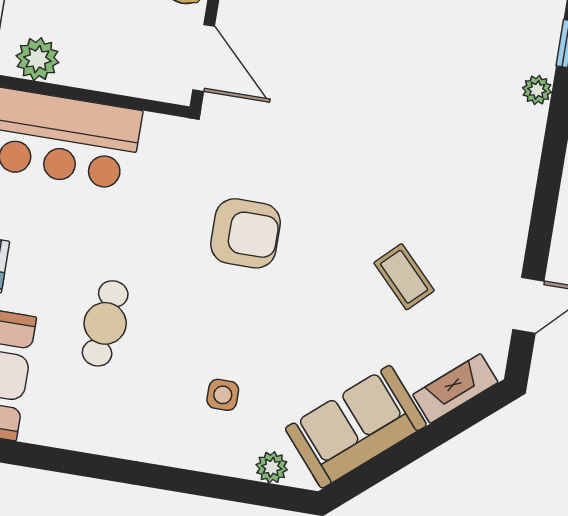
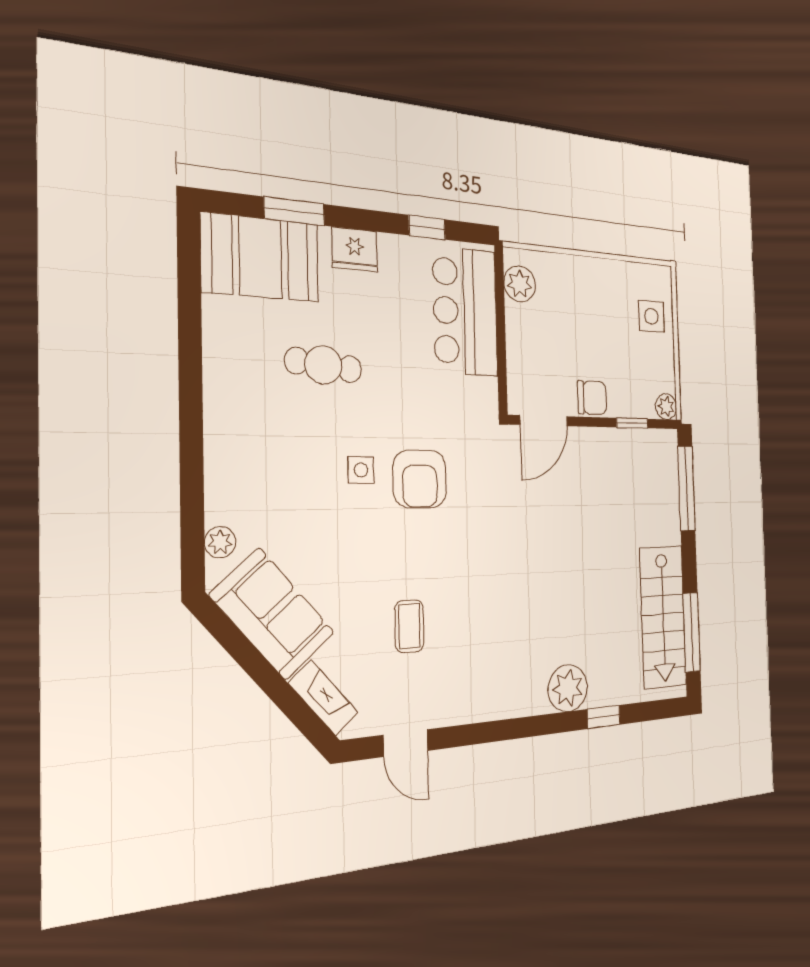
plant: (537, 90) -> (568, 688), width x1.88, depth x1.88
coffee table: (404, 277) -> (409, 626), turned -46
side table: (223, 395) -> (361, 470), moved

